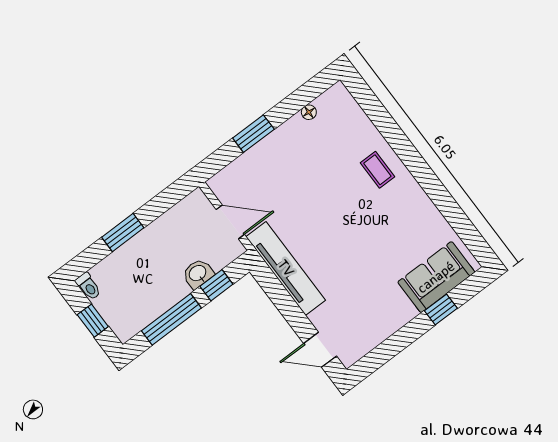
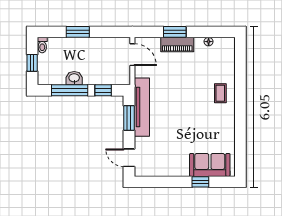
piano: (270, 148) -> (177, 45), added
door: (230, 222) -> (132, 55), moved
washbasin: (198, 274) -> (74, 78), moved
window: (279, 296) -> (129, 118), added

